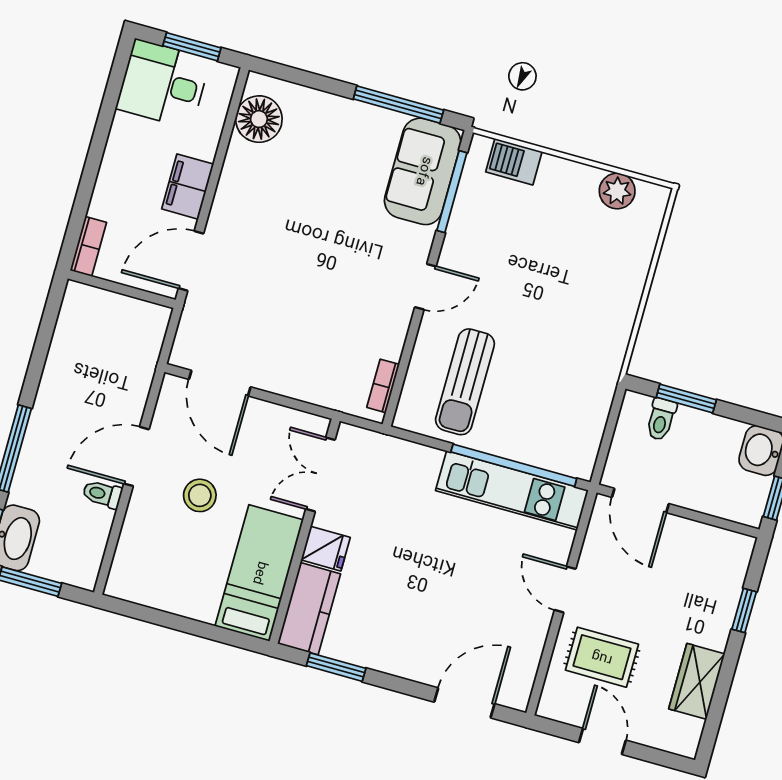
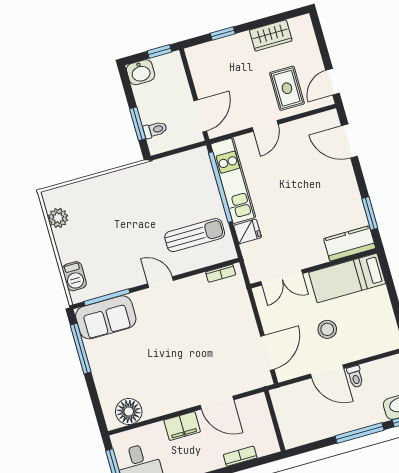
wall: (122, 289) -> (275, 421), moved
fridge: (326, 549) -> (248, 231), moved, turned 90
door: (602, 741) -> (333, 82), moved

